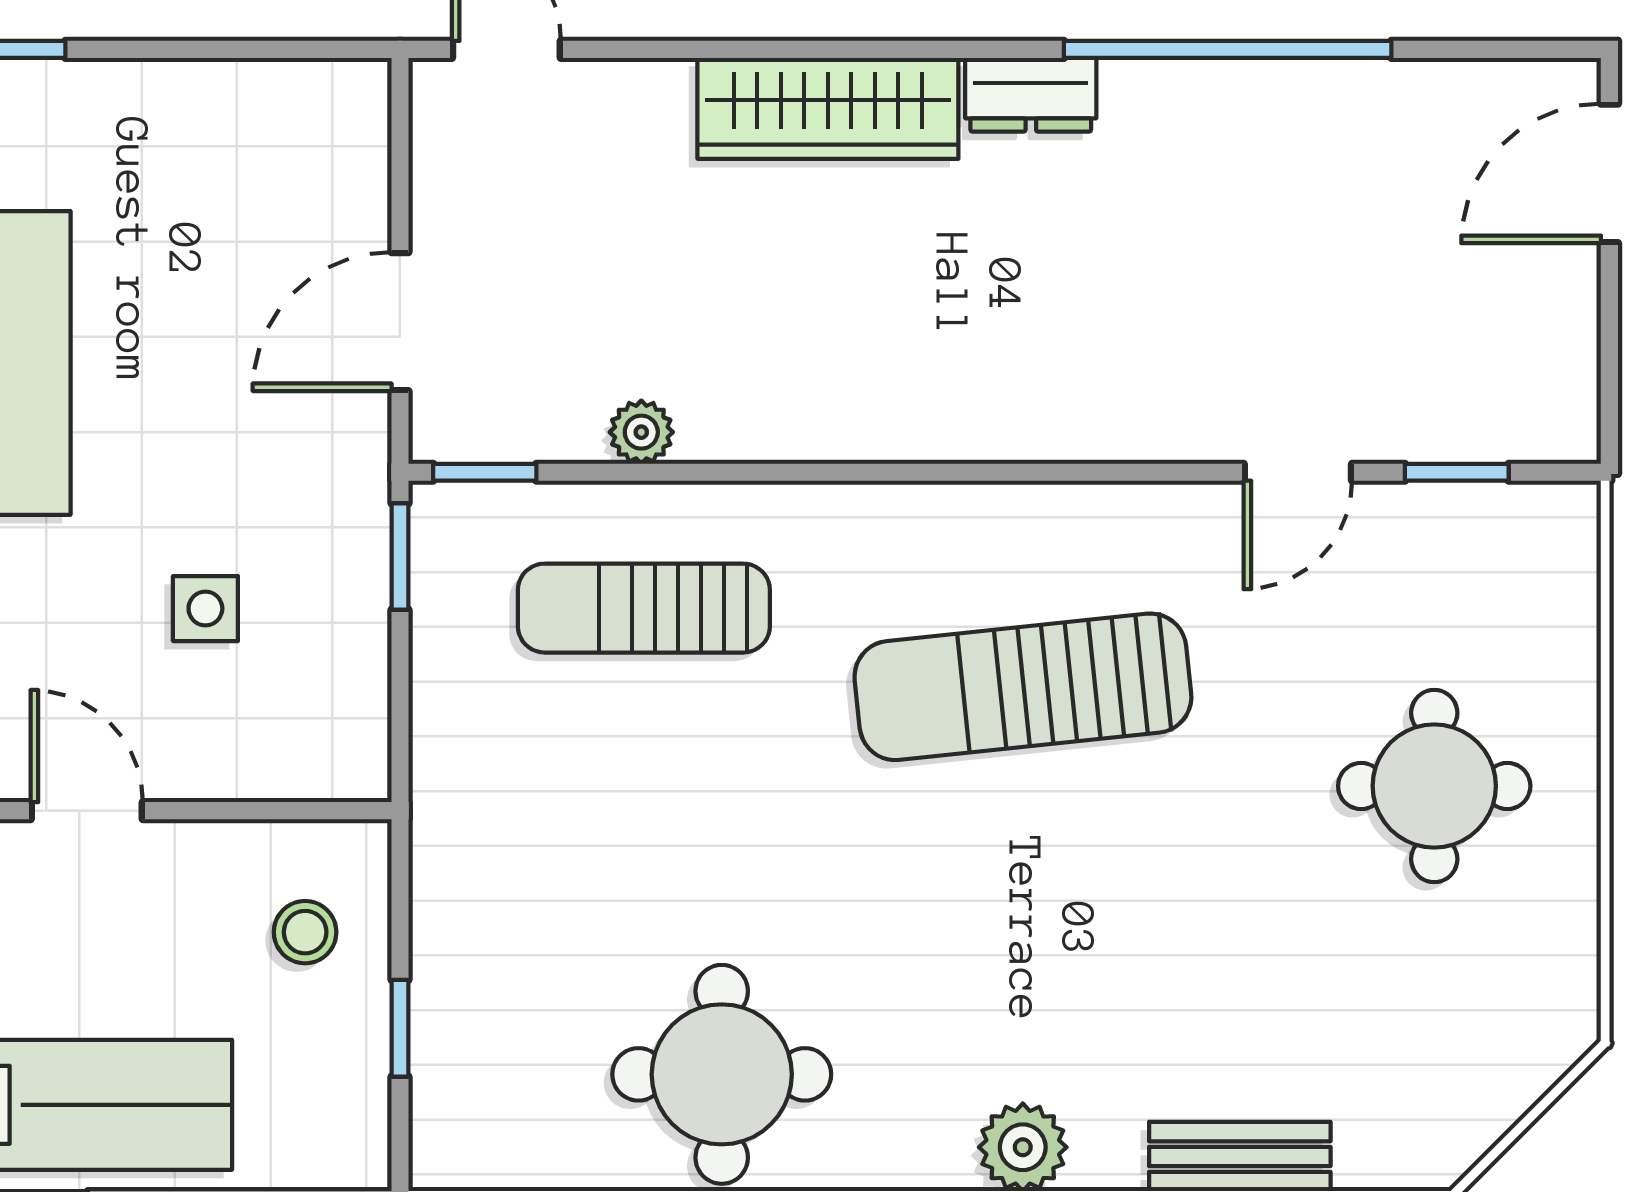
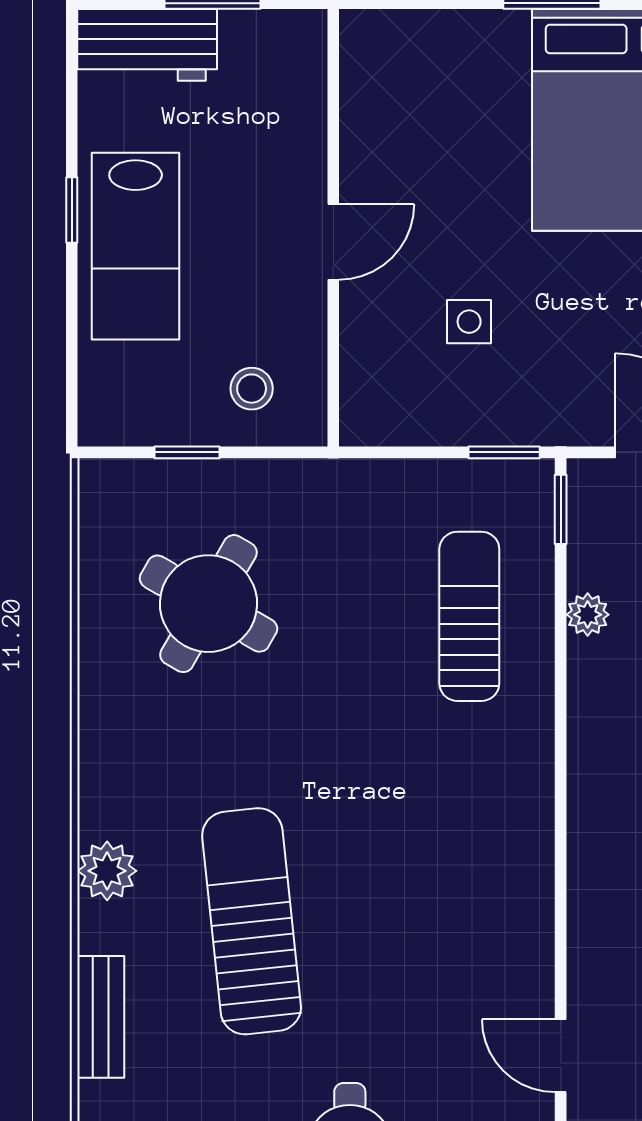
sun lounger: (1023, 687) -> (252, 921), moved
round table: (722, 1074) -> (208, 604), moved, turned 30

